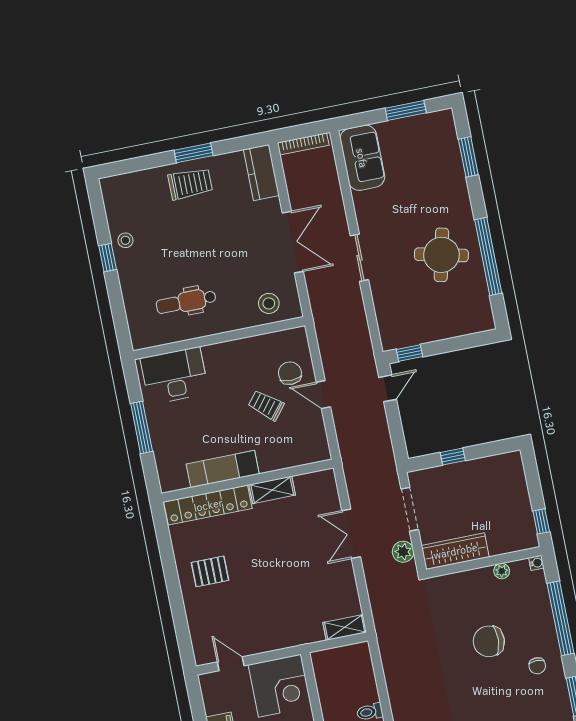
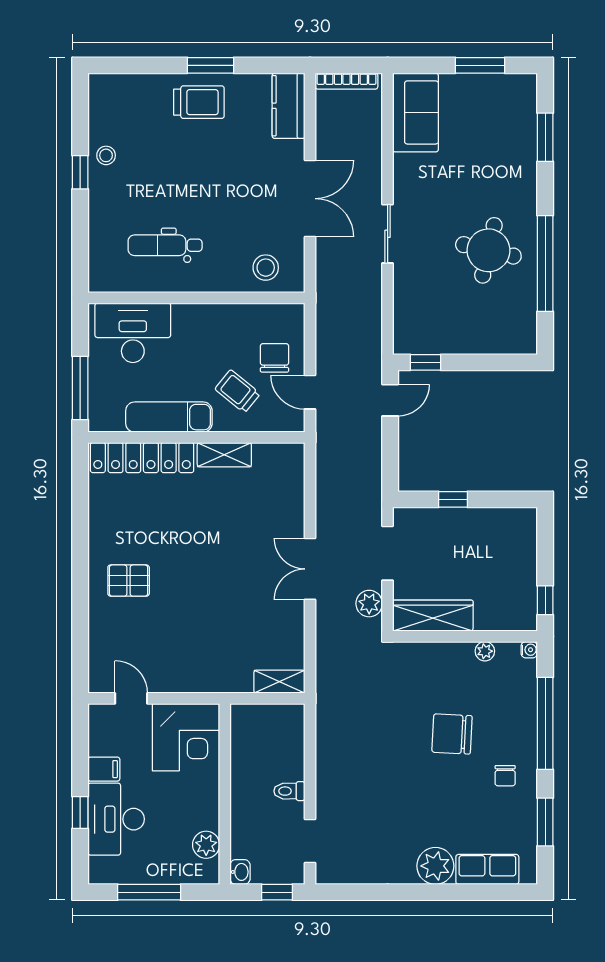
exam couch: (223, 469) -> (169, 417), moved
wall: (247, 481) -> (196, 437), moved
shelving: (272, 490) -> (224, 455), moved
locker: (208, 505) -> (142, 458), moved

